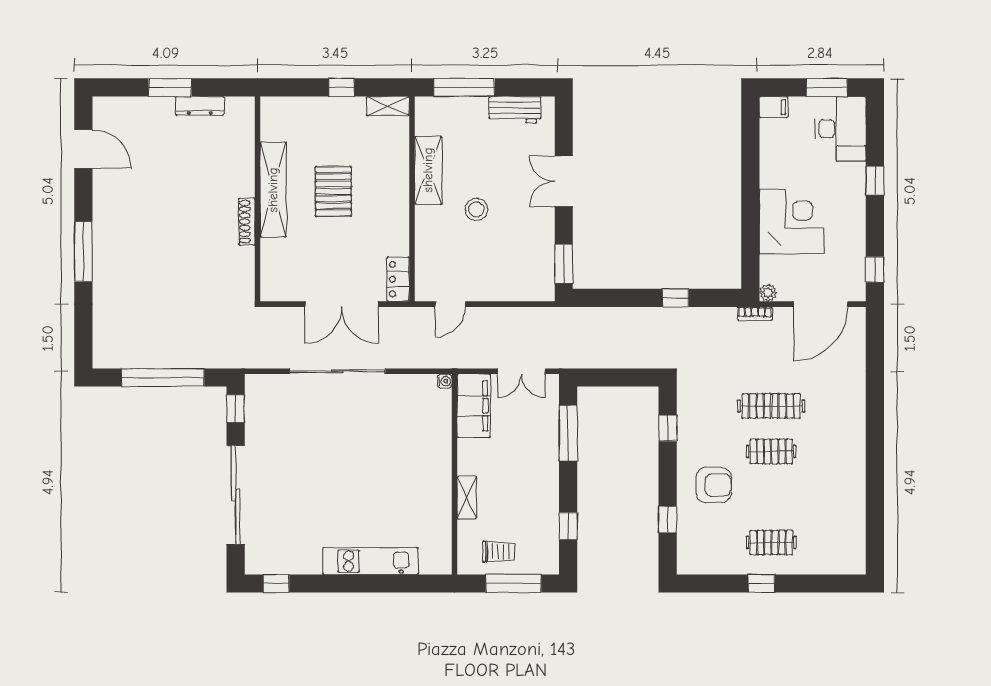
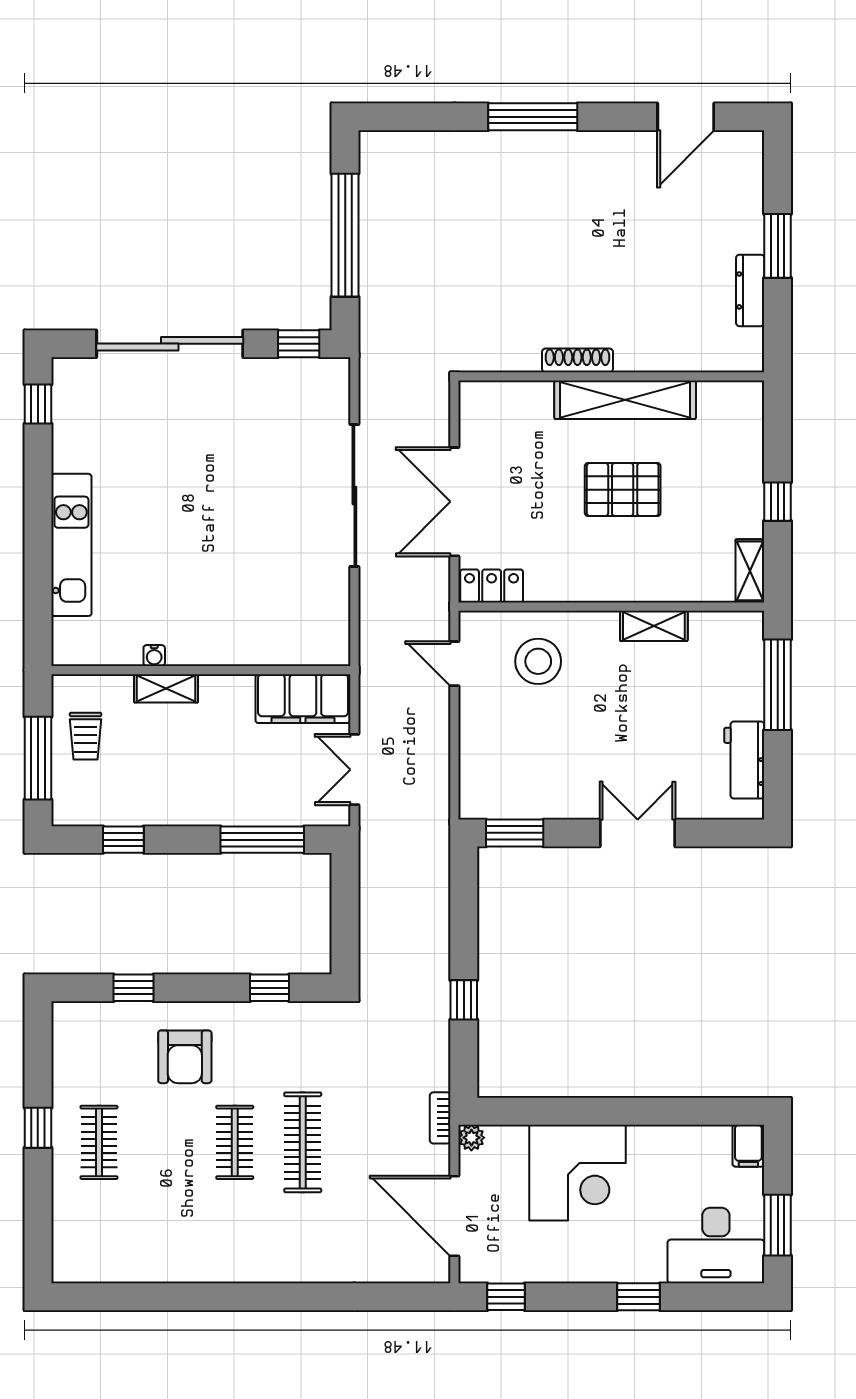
shelving: (428, 170) -> (654, 626), width x0.67, depth x0.75
stool: (476, 209) -> (538, 661), moved, width x1.38, depth x1.38
water cooler: (445, 381) -> (154, 655), moved

